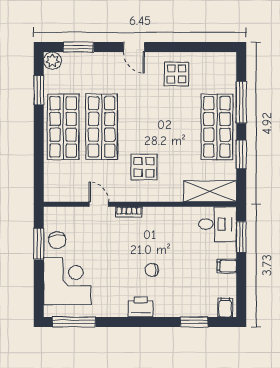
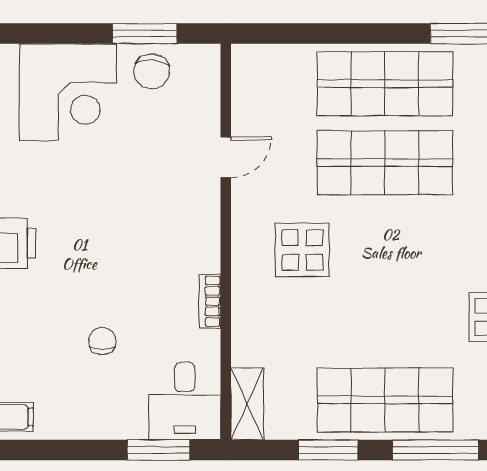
shelving: (210, 191) -> (247, 404), width x0.67, depth x0.75
bookcase: (129, 212) -> (210, 301), moved
chair: (57, 240) -> (152, 71), turned -81
filing cabinet: (227, 266) -> (99, 420), removed
chair: (152, 270) -> (102, 341), moved

